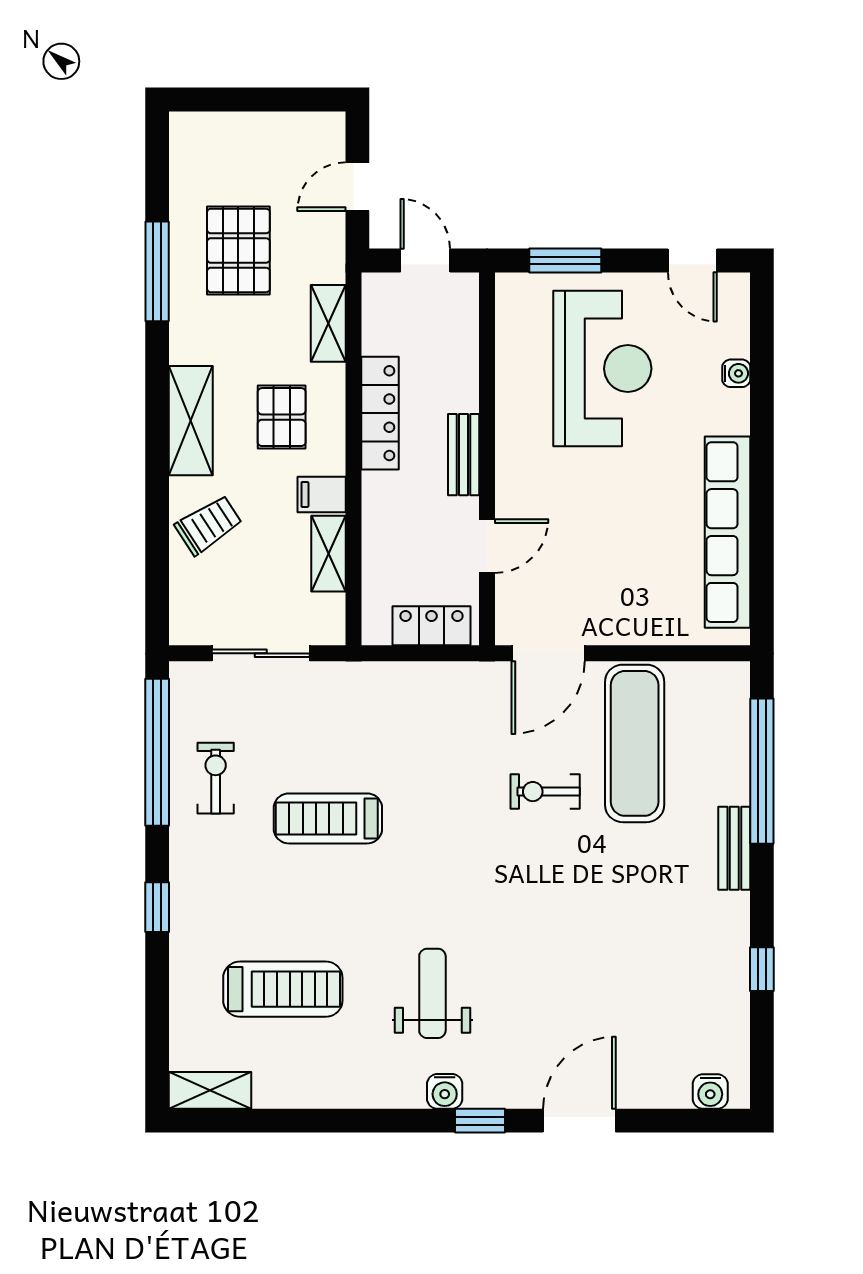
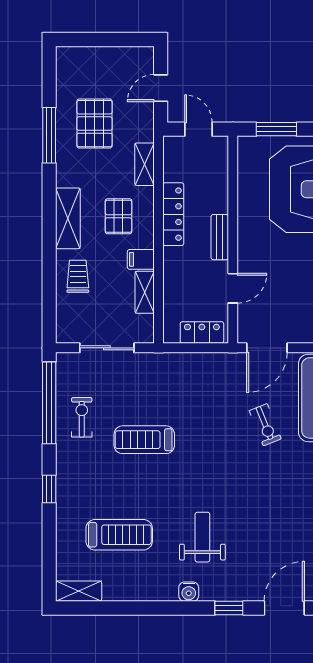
trolley: (208, 525) -> (78, 276), turned -57
exercise bike: (545, 792) -> (265, 425), turned -112
water cooler: (445, 1091) -> (189, 592), moved

